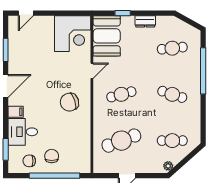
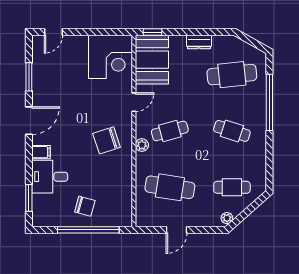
window: (123, 13) -> (152, 32), moved
cafe table: (172, 48) -> (232, 75), width x1.37, depth x1.35
plant: (98, 106) -> (142, 145), added
cafe table: (121, 141) -> (170, 187), turned 30
chair: (52, 156) -> (85, 206), turned 105
chair: (29, 161) -> (58, 212), removed

